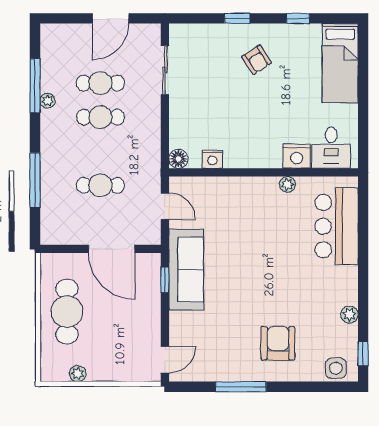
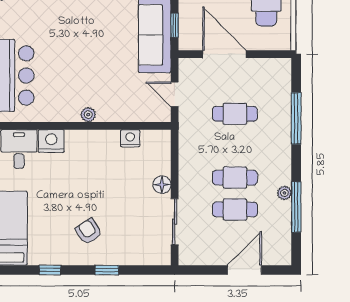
door: (111, 18) -> (244, 270), moved
floor lamp: (178, 159) -> (162, 185), moved
plant: (287, 184) -> (88, 115), moved

